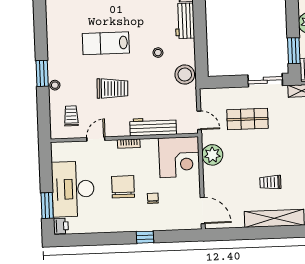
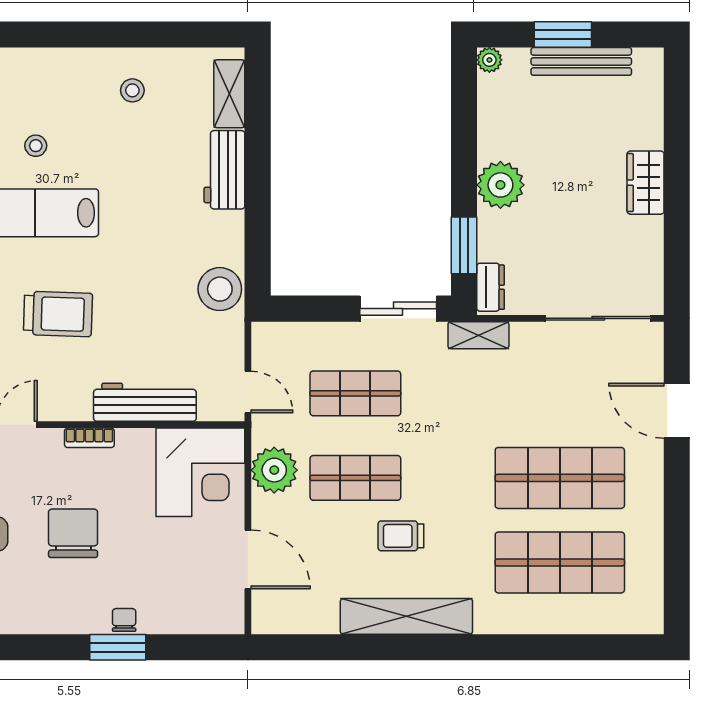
stool: (158, 53) -> (36, 146), moved
shop shelf: (249, 157) -> (355, 478), added
chair: (153, 198) -> (124, 620), moved
door: (203, 210) -> (248, 559), moved
window: (145, 237) -> (118, 647), width x1.50

